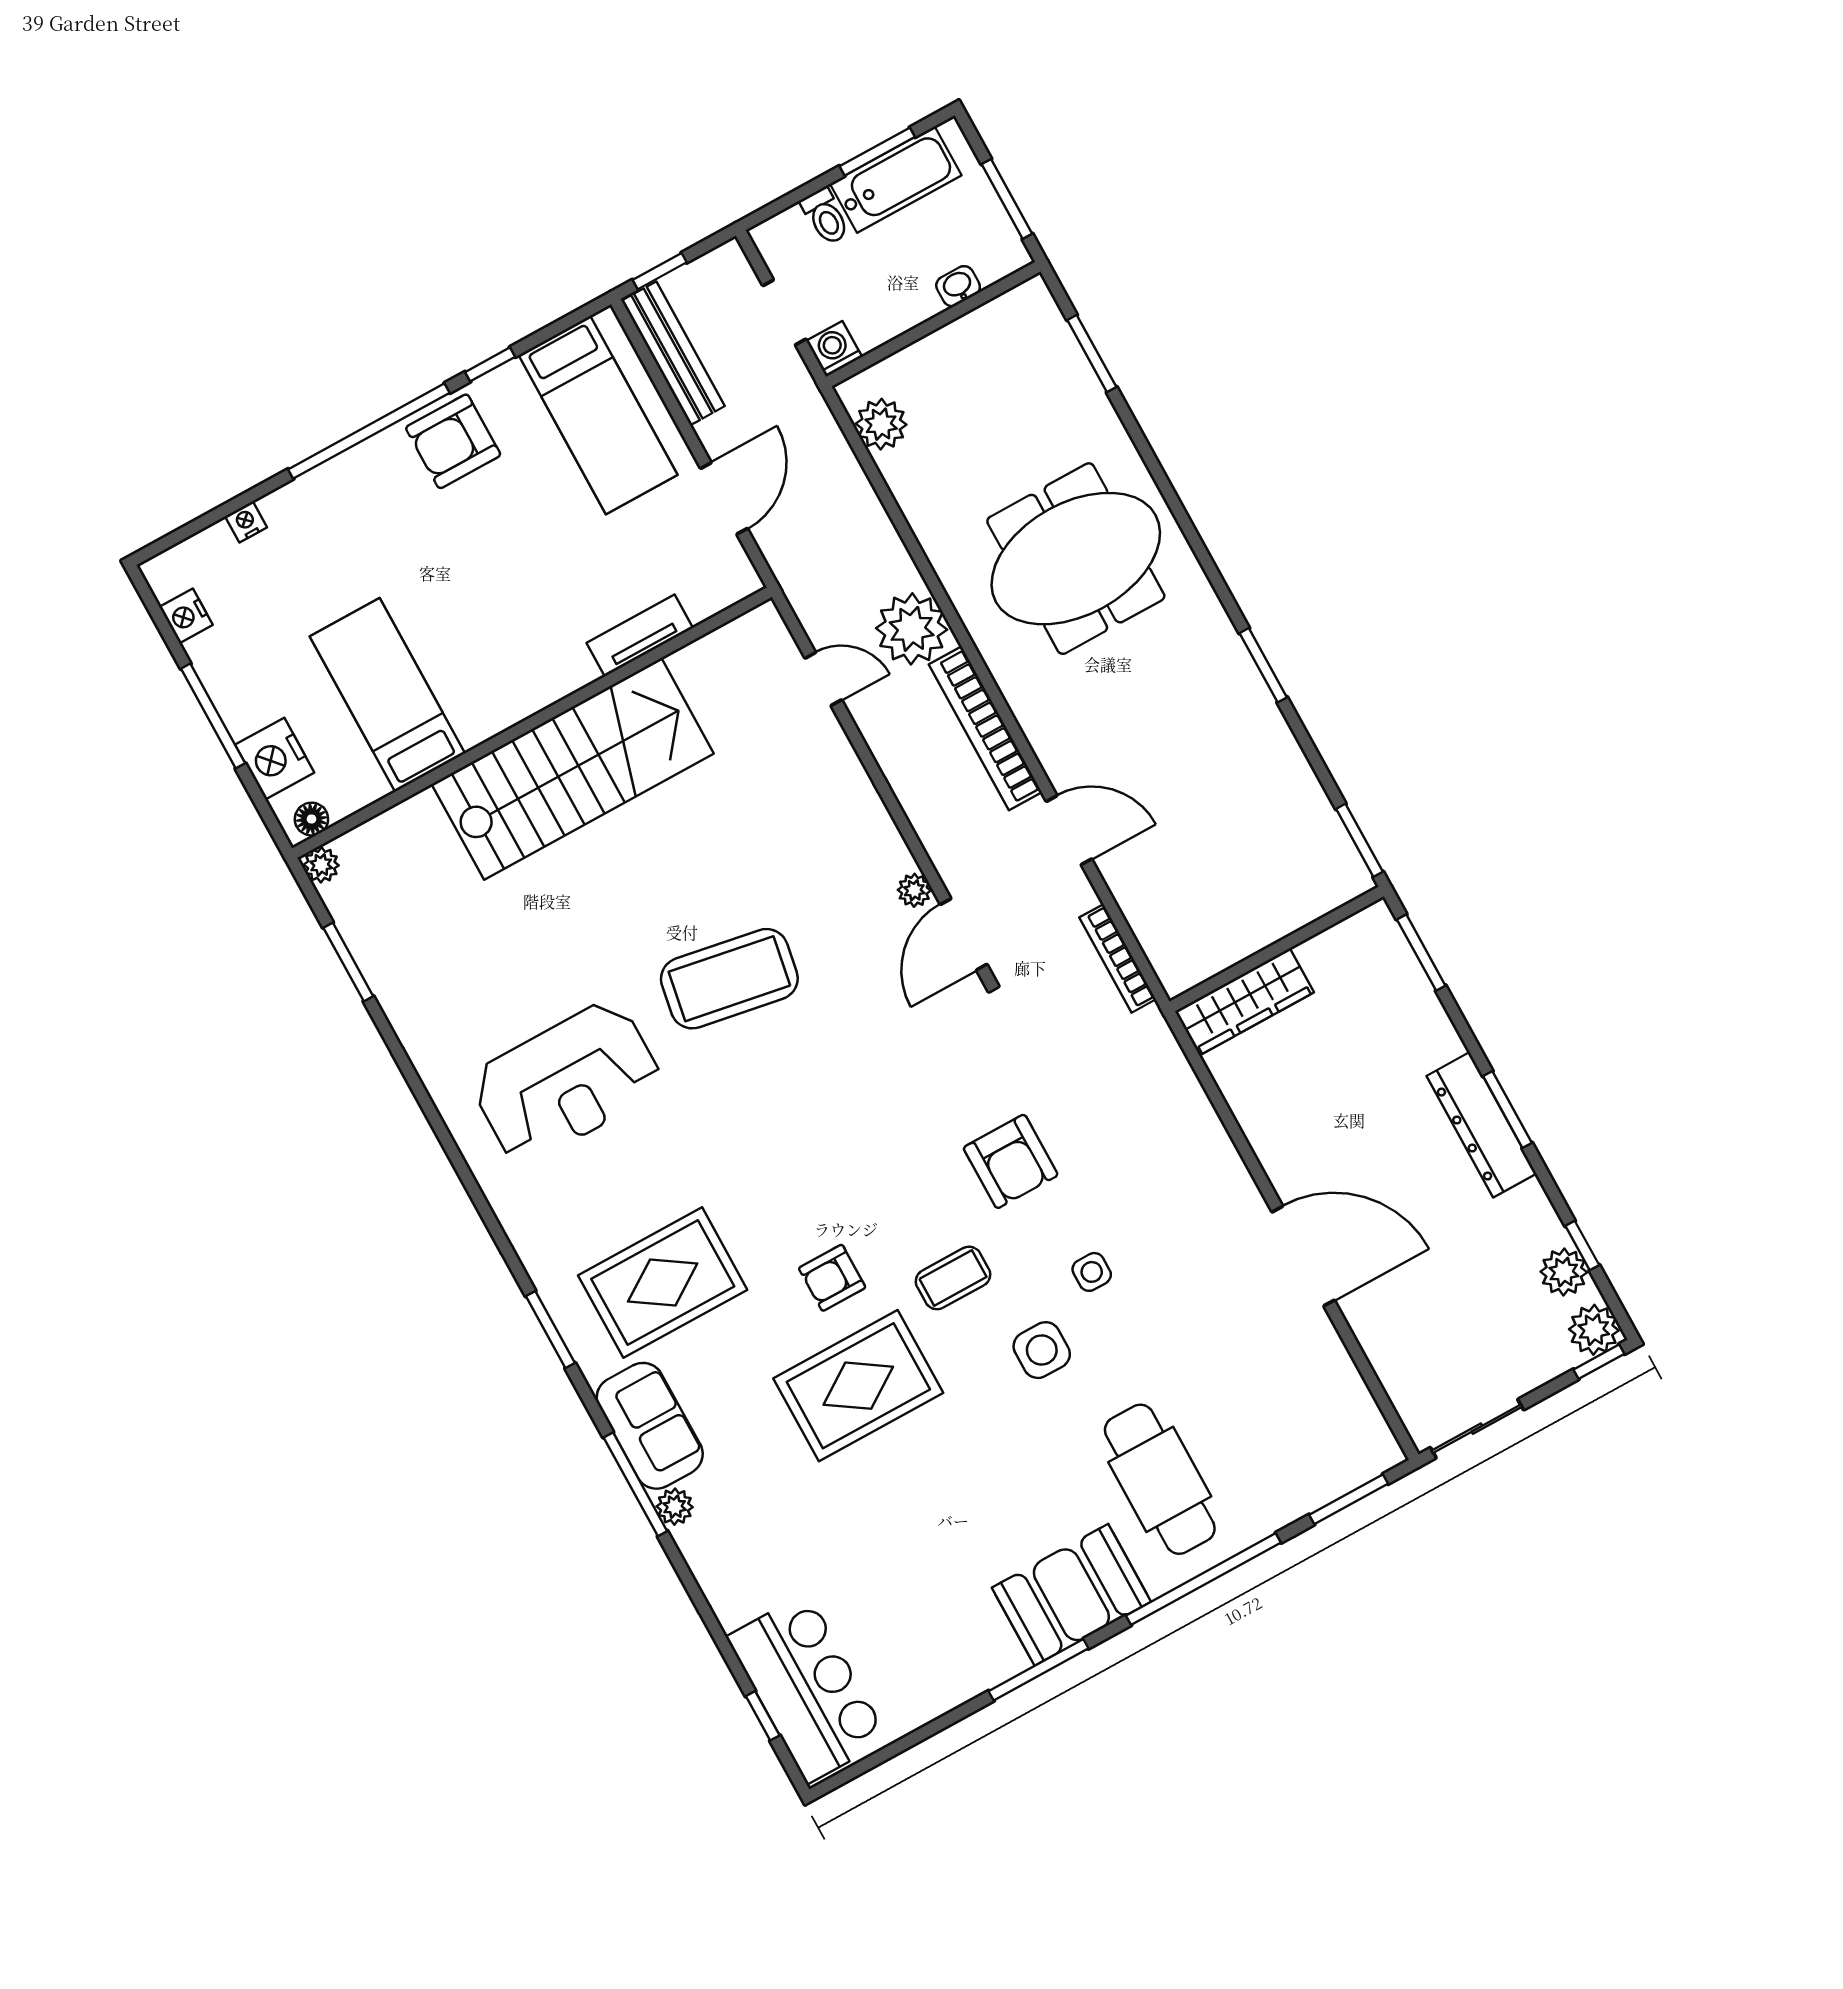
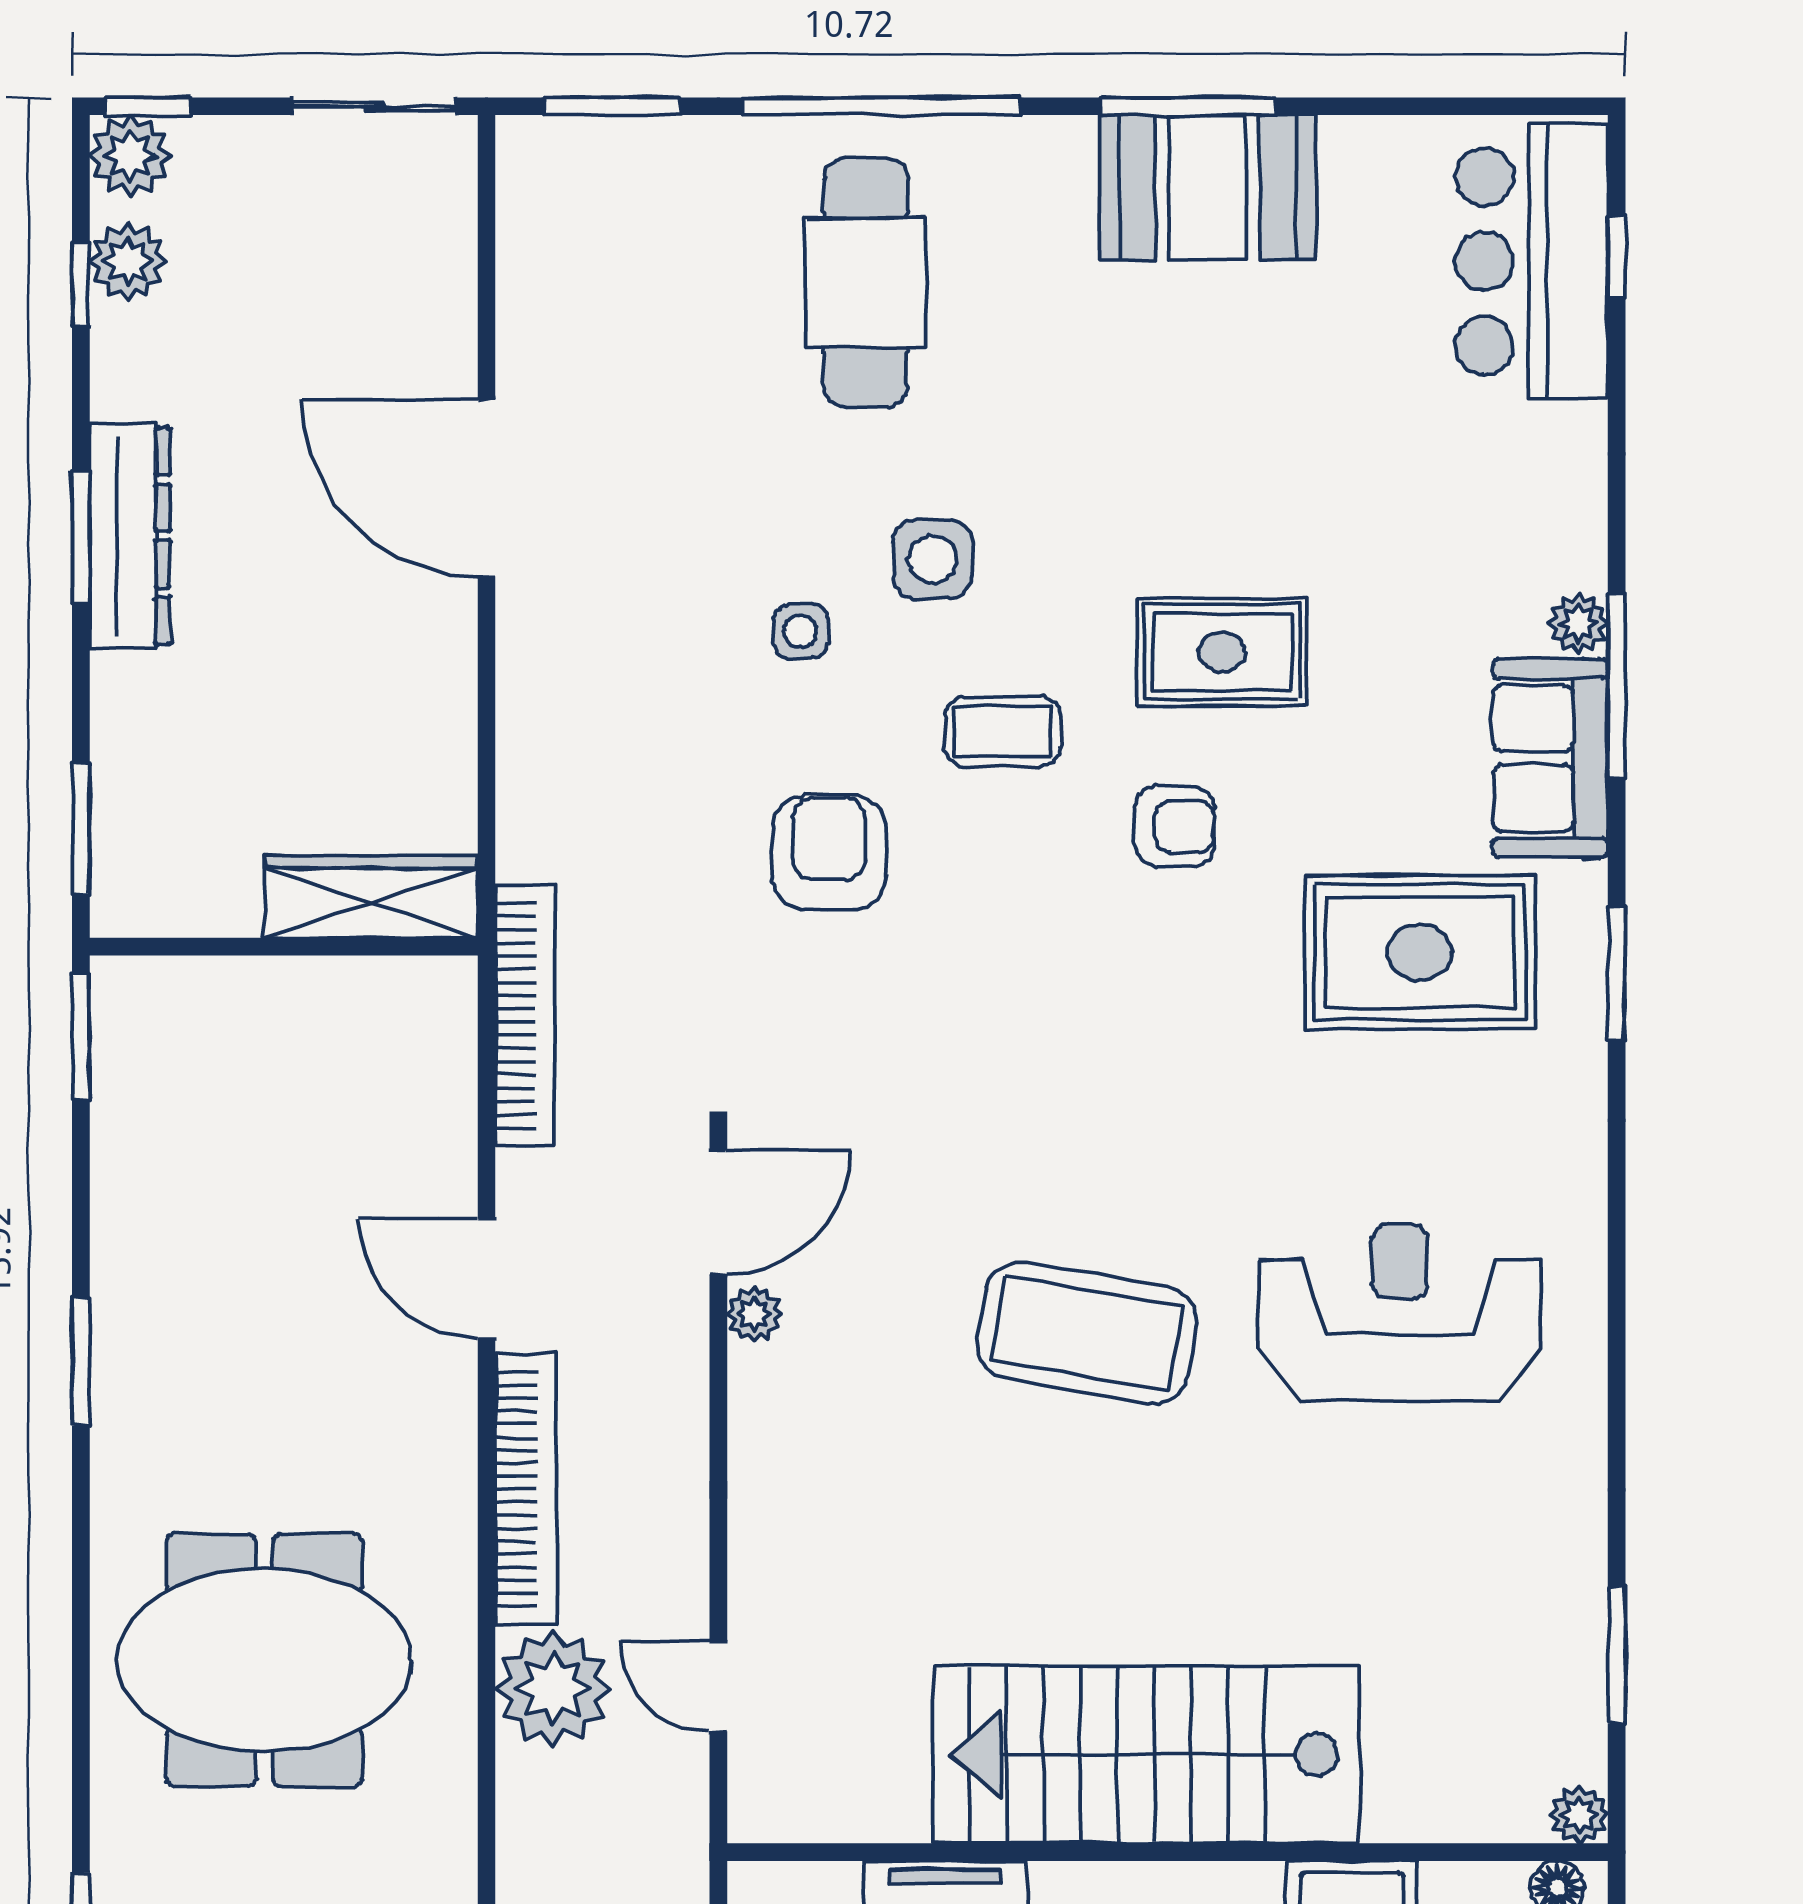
bookcase: (1118, 958) -> (525, 1015), width x1.48, depth x1.31
rug: (858, 1386) -> (1222, 652), width x0.73, depth x0.70
booth: (1071, 1595) -> (1208, 187), moved

